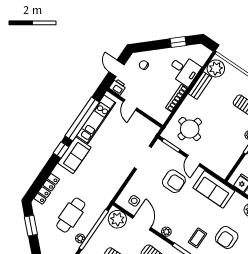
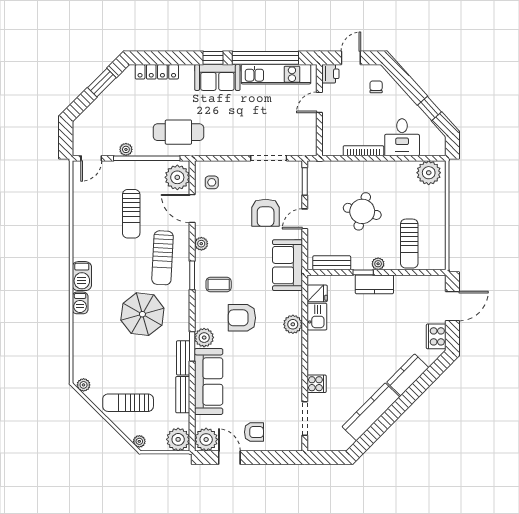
bench: (200, 86) -> (332, 263), moved
round table: (190, 129) -> (362, 211), moved
cafe table: (71, 215) -> (178, 132), moved
door: (142, 223) -> (192, 208), swing flipped

